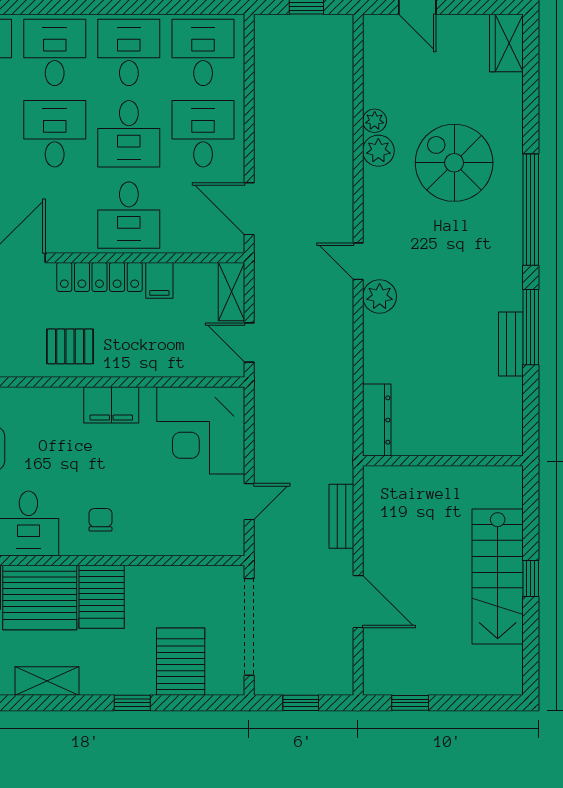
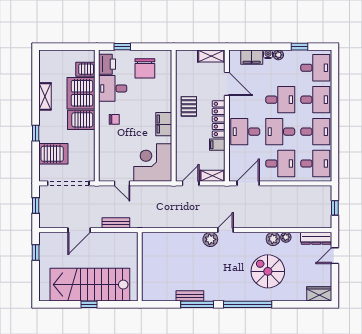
spiral stairs: (454, 163) -> (268, 271), turned -90
dresser: (377, 420) -> (316, 238), moved
stairs: (498, 577) -> (90, 285), width x1.36, depth x1.51

